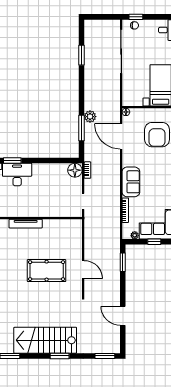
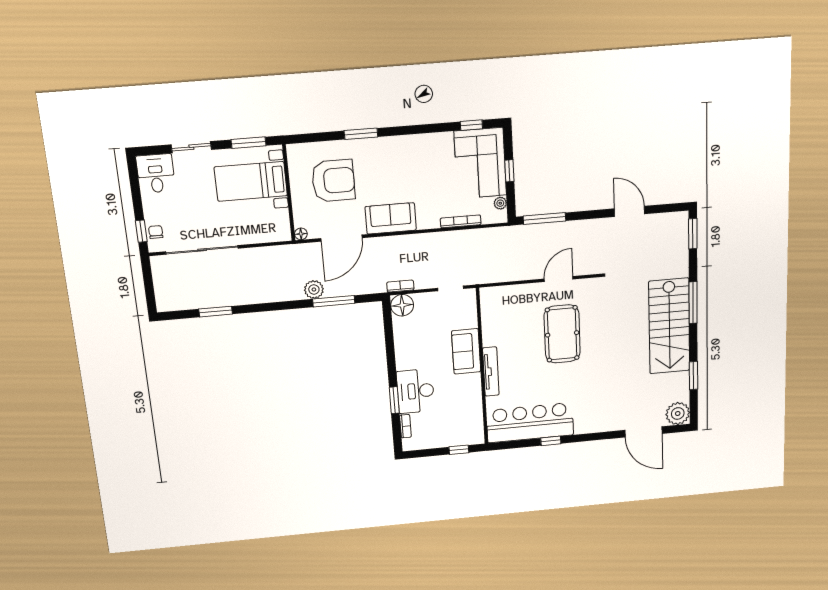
sofa: (131, 182) -> (391, 218), moved
sofa: (41, 209) -> (466, 351), added
window: (123, 262) -> (544, 219), width x1.44
door: (123, 316) -> (629, 211), swing flipped
window: (60, 356) -> (693, 303), width x1.44

